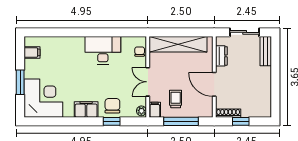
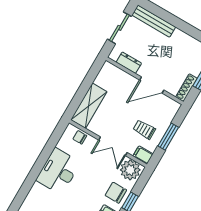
shelving: (178, 44) -> (89, 106), width x0.68
bench: (266, 51) -> (154, 21), width x1.36
plant: (141, 111) -> (130, 170), width x1.87, depth x1.87
window: (181, 121) -> (168, 137), width x0.69

